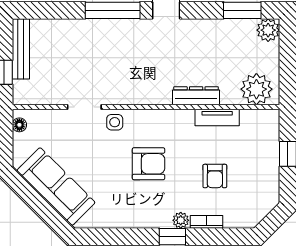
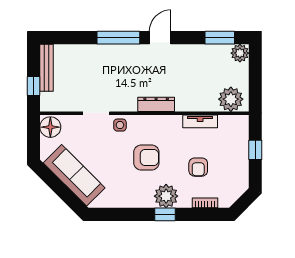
dresser: (196, 96) -> (156, 104), moved
floor lamp: (19, 125) -> (50, 127), width x1.89, depth x1.89
plant: (181, 220) -> (166, 196), width x1.88, depth x1.88
bookcase: (207, 222) -> (205, 203), moved

